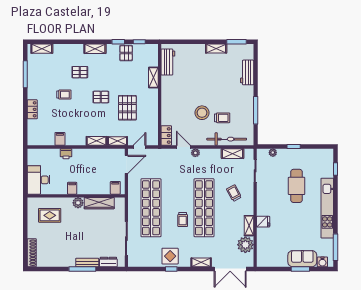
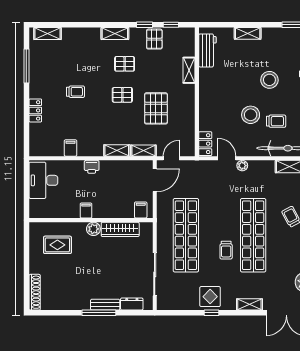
shelving: (216, 48) -> (248, 33), moved
pallet: (80, 72) -> (125, 64), moved
stool: (217, 85) -> (269, 80), added
printer: (66, 154) -> (92, 167), moved
desk: (39, 180) -> (43, 180), moved

